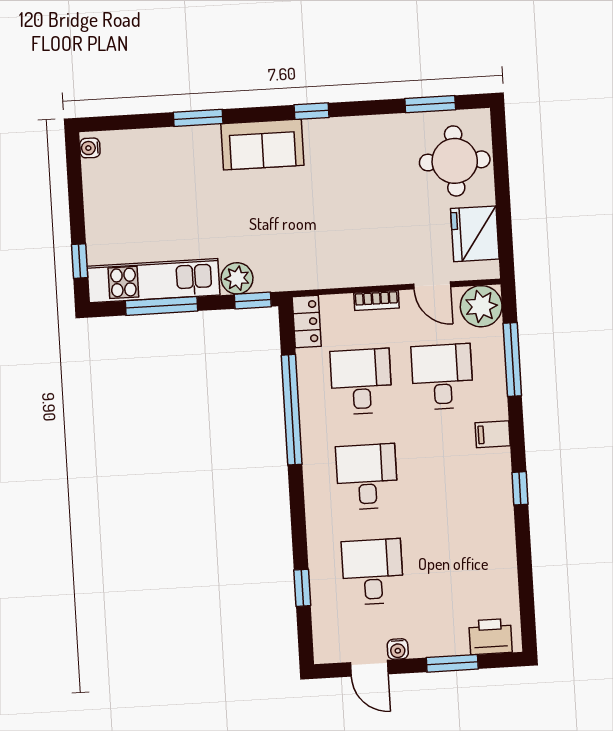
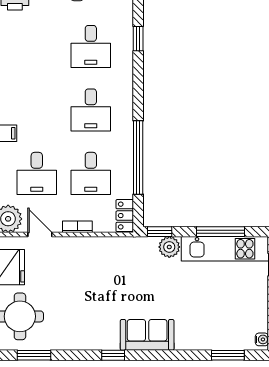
window: (198, 118) -> (228, 355), moved

